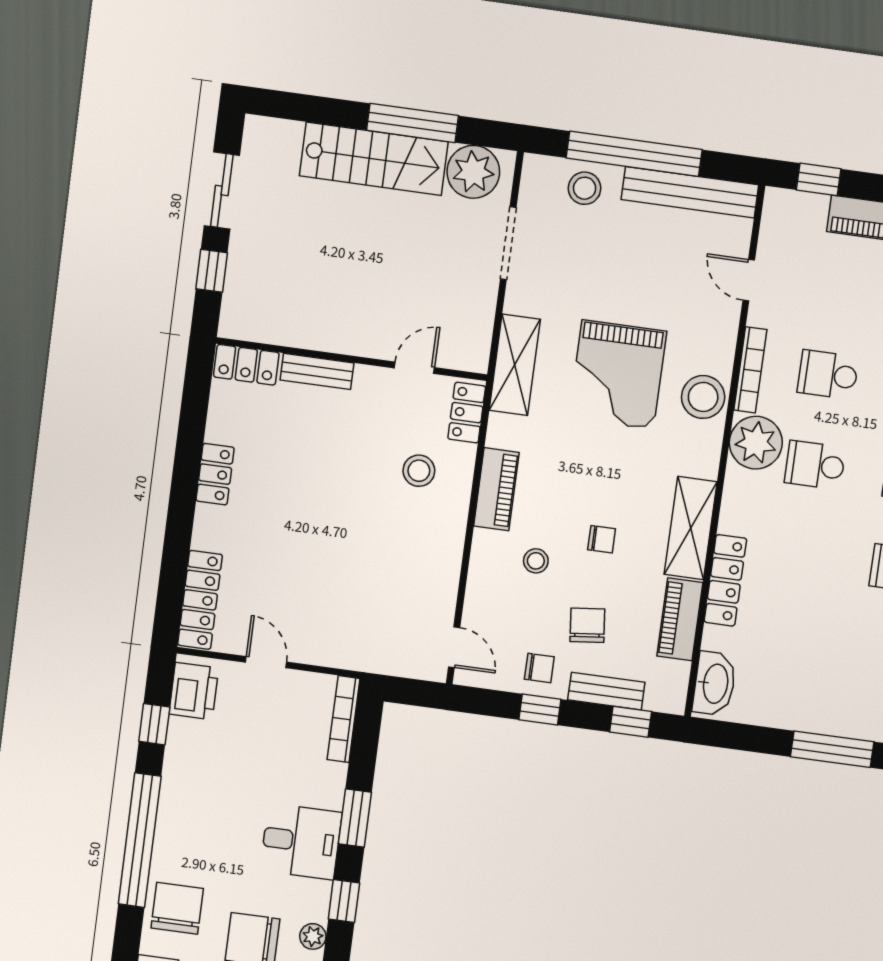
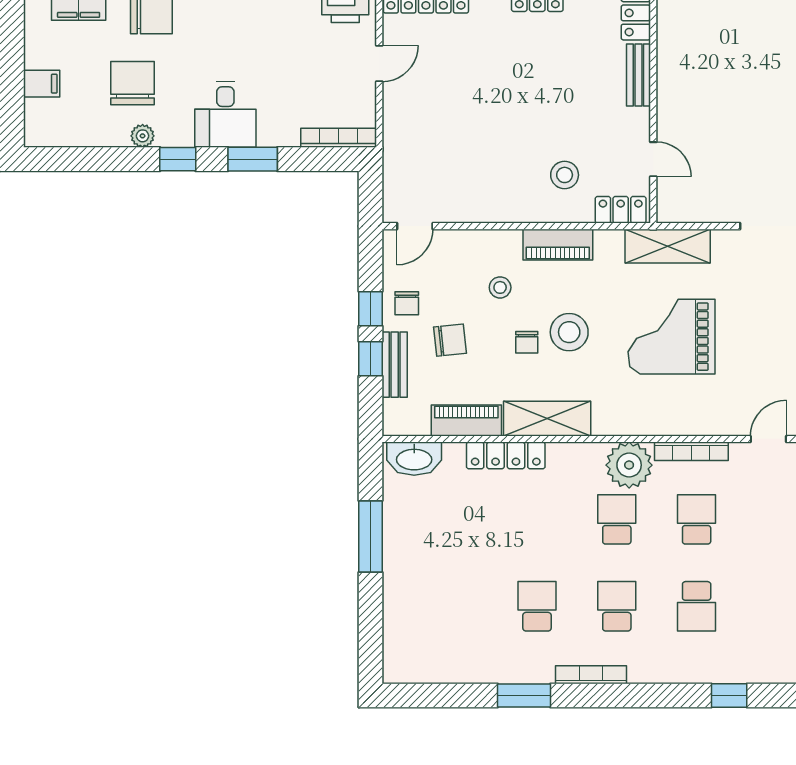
stool: (703, 397) -> (569, 332), moved
window: (631, 722) -> (370, 359), moved
window: (832, 749) -> (370, 536), moved

